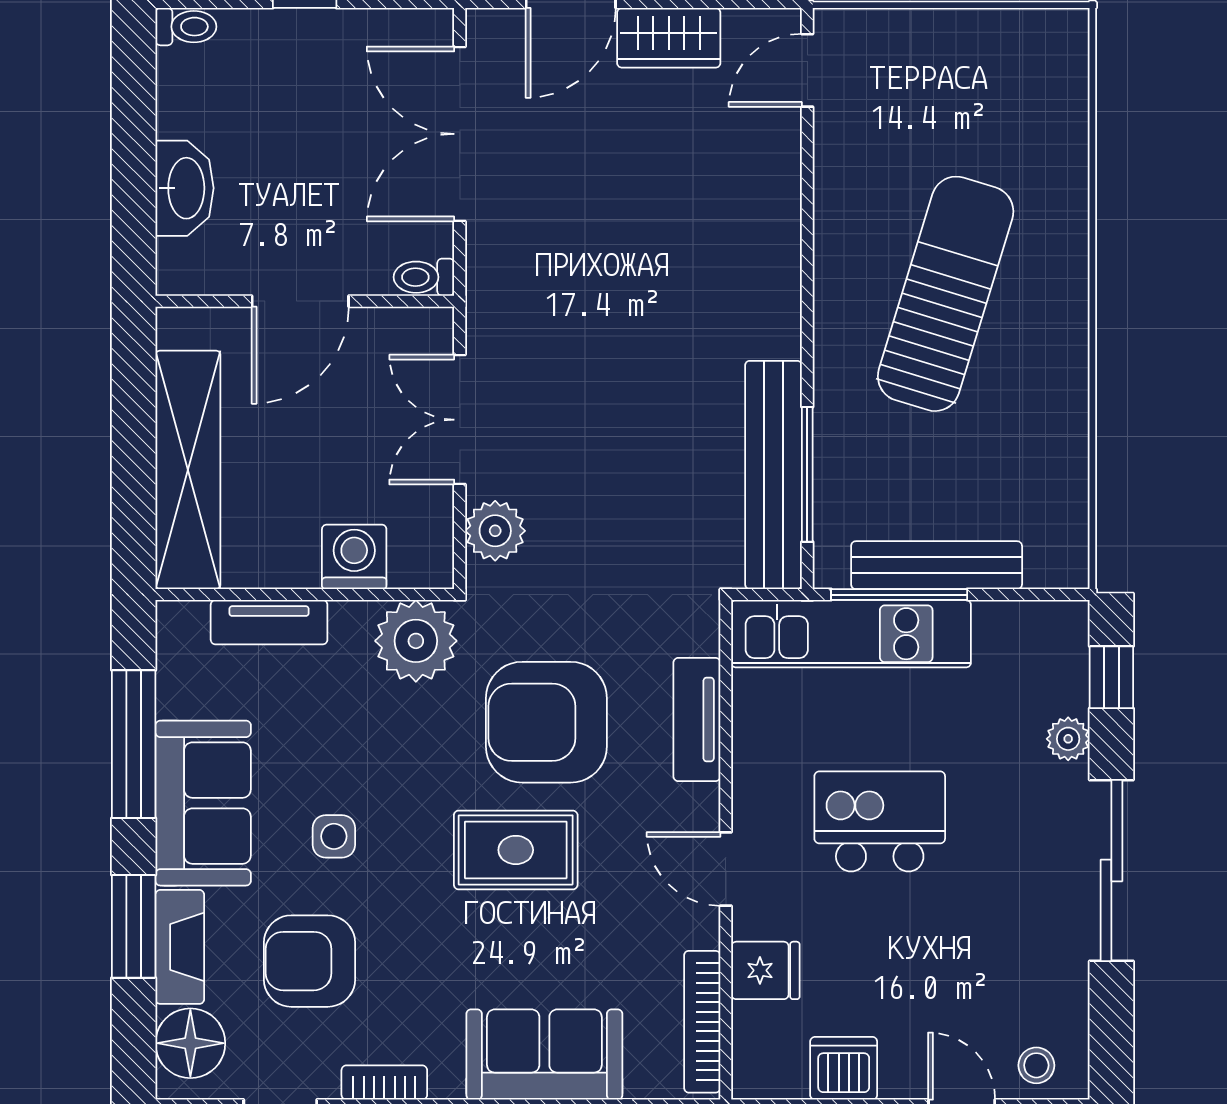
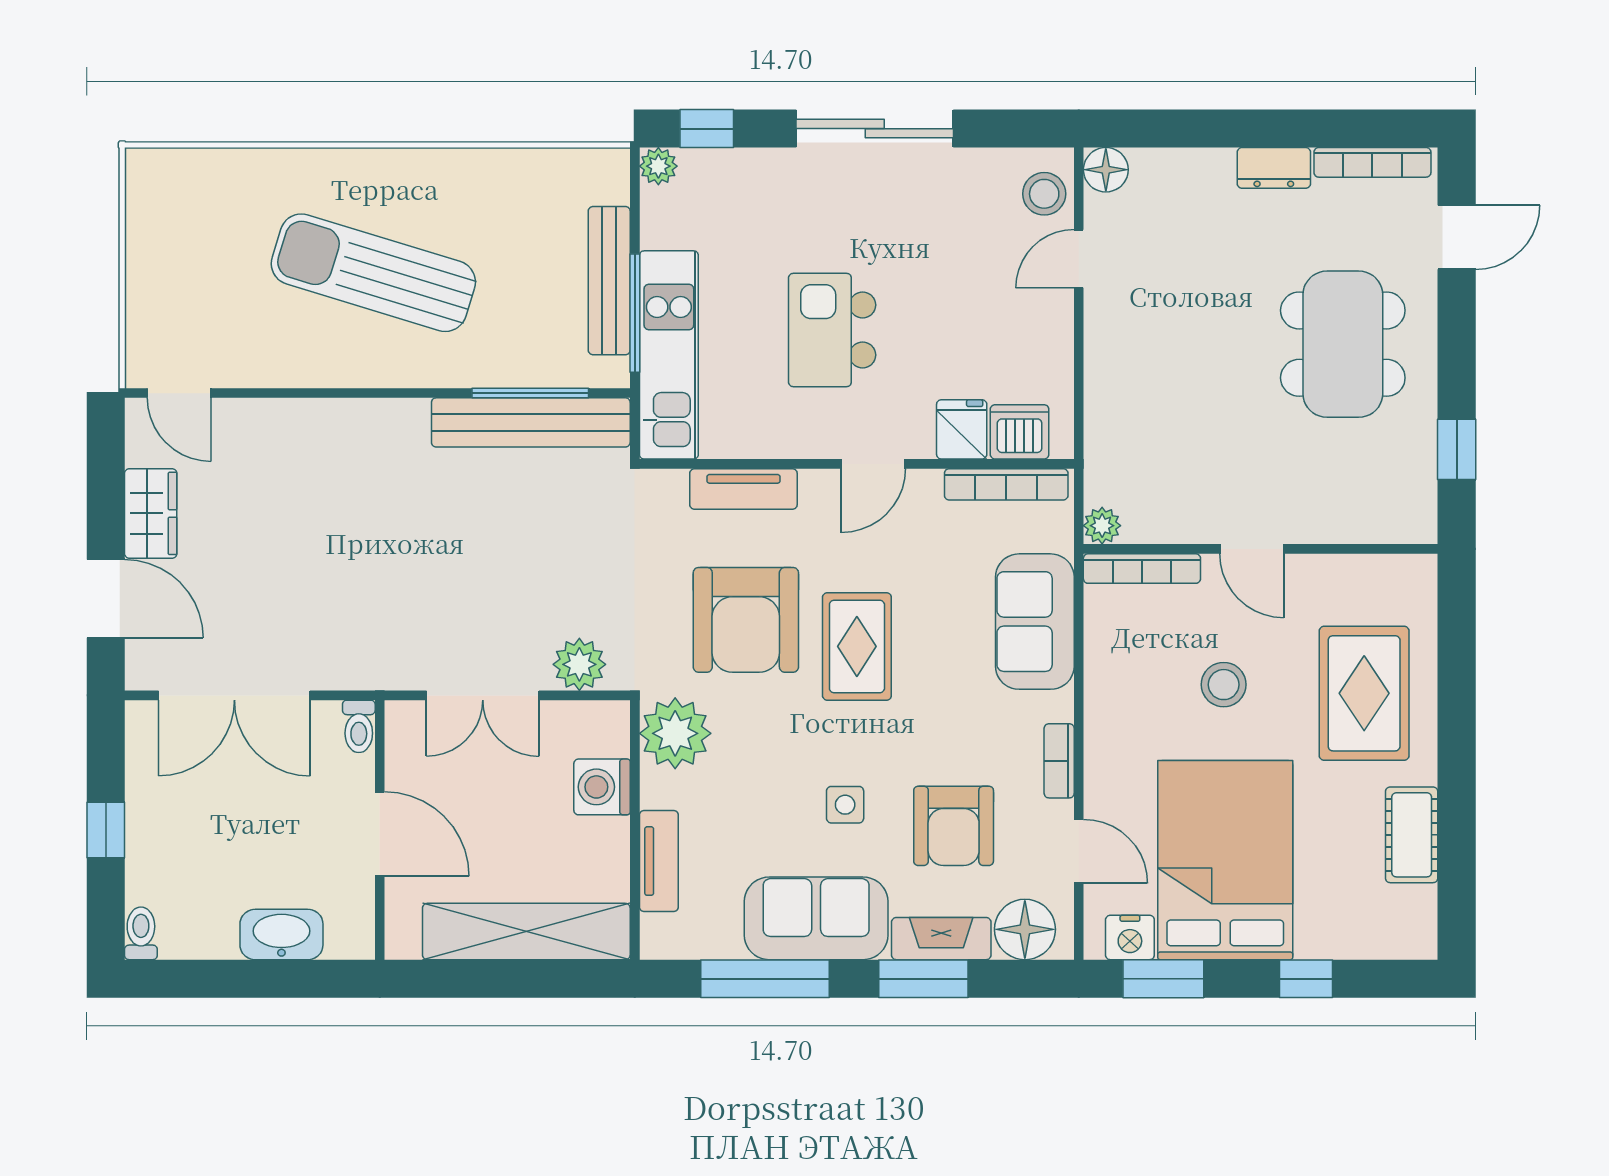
plant: (1068, 739) -> (658, 166), moved
stool: (1036, 1065) -> (1044, 194), width x1.37, depth x1.37
dishwasher: (844, 1068) -> (1020, 432), moved, turned 90

